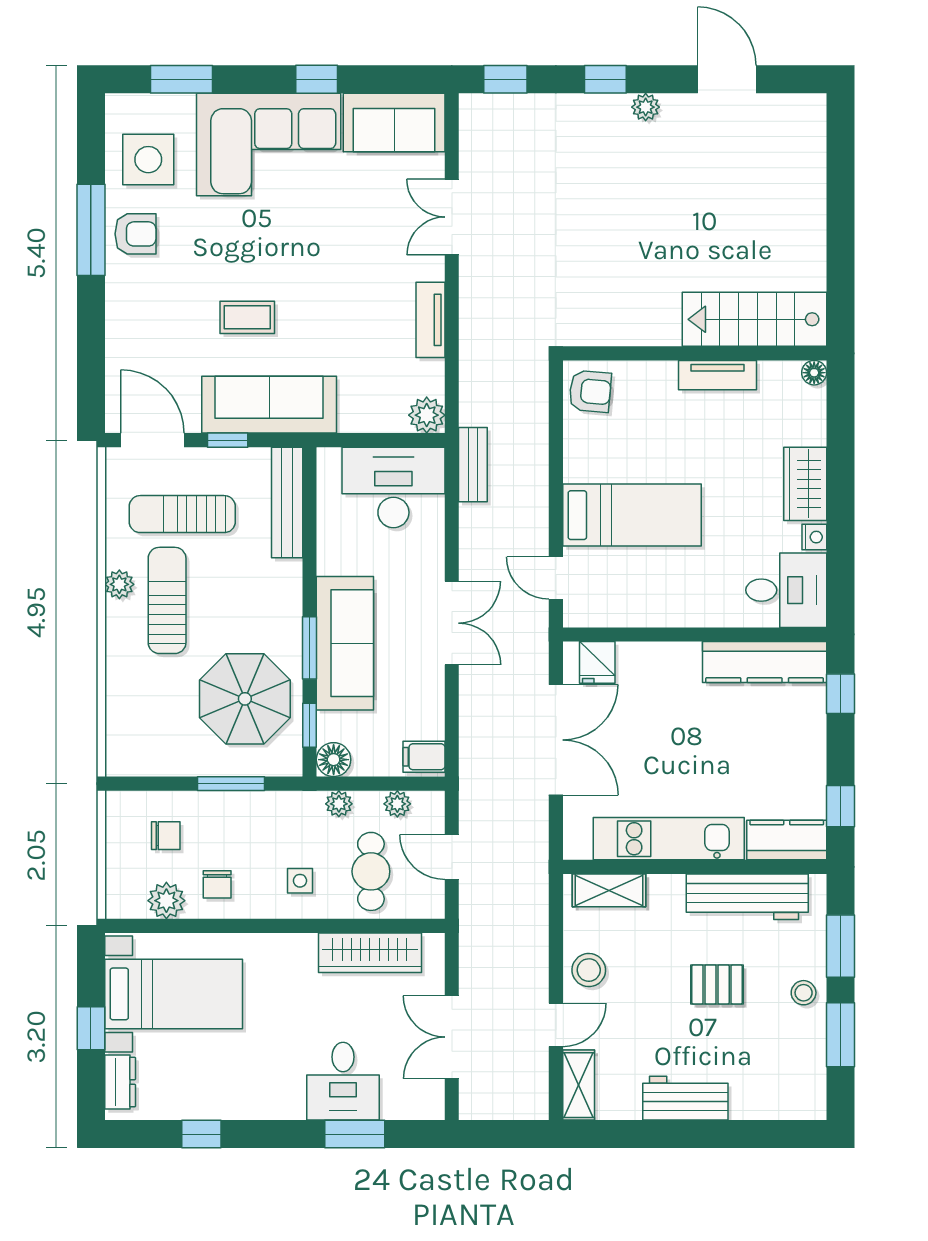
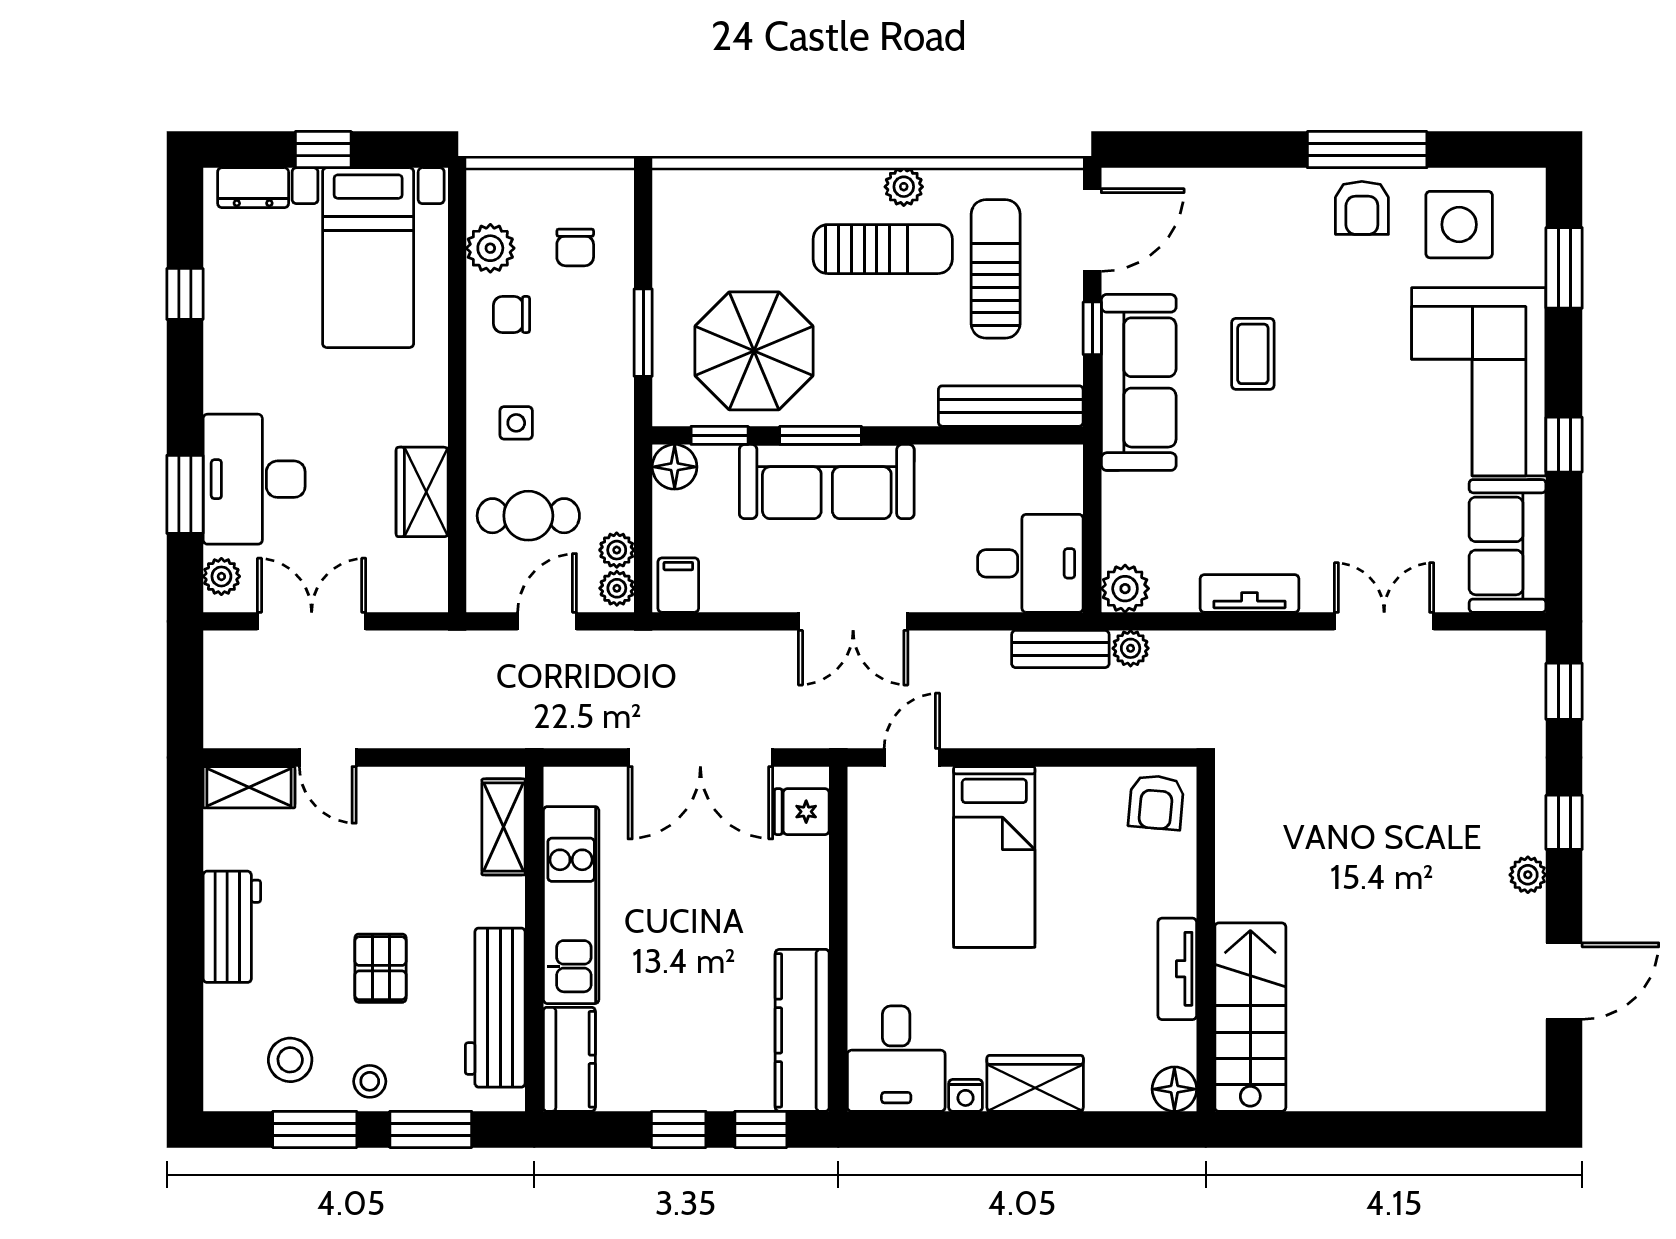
floor lamp: (814, 373) -> (1174, 1089), width x1.37, depth x1.37
plant: (472, 411) -> (1131, 648), added
desk: (393, 487) -> (1030, 563), width x0.73
plant: (339, 804) -> (617, 588), moved
window: (840, 806) -> (679, 1129), moved
wardrobe: (370, 953) -> (422, 492), width x0.67
stool: (589, 970) -> (290, 1060), moved
desk: (343, 1081) -> (254, 479), width x1.37
plant: (417, 1106) -> (221, 576), added

